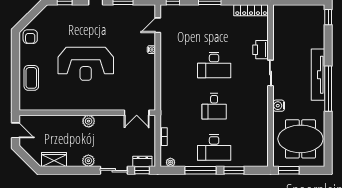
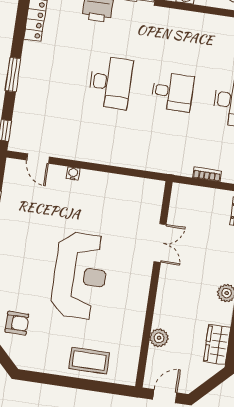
armchair: (30, 37) -> (17, 323), moved
double door: (137, 113) -> (160, 243), moved
plant: (89, 121) -> (159, 338), moved

